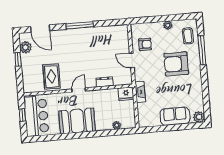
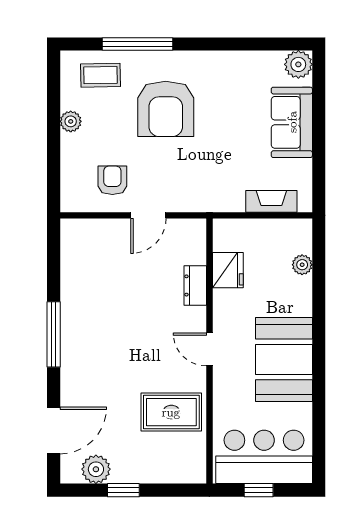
fireplace: (140, 92) -> (271, 201), moved
fridge: (126, 94) -> (228, 270), moved

